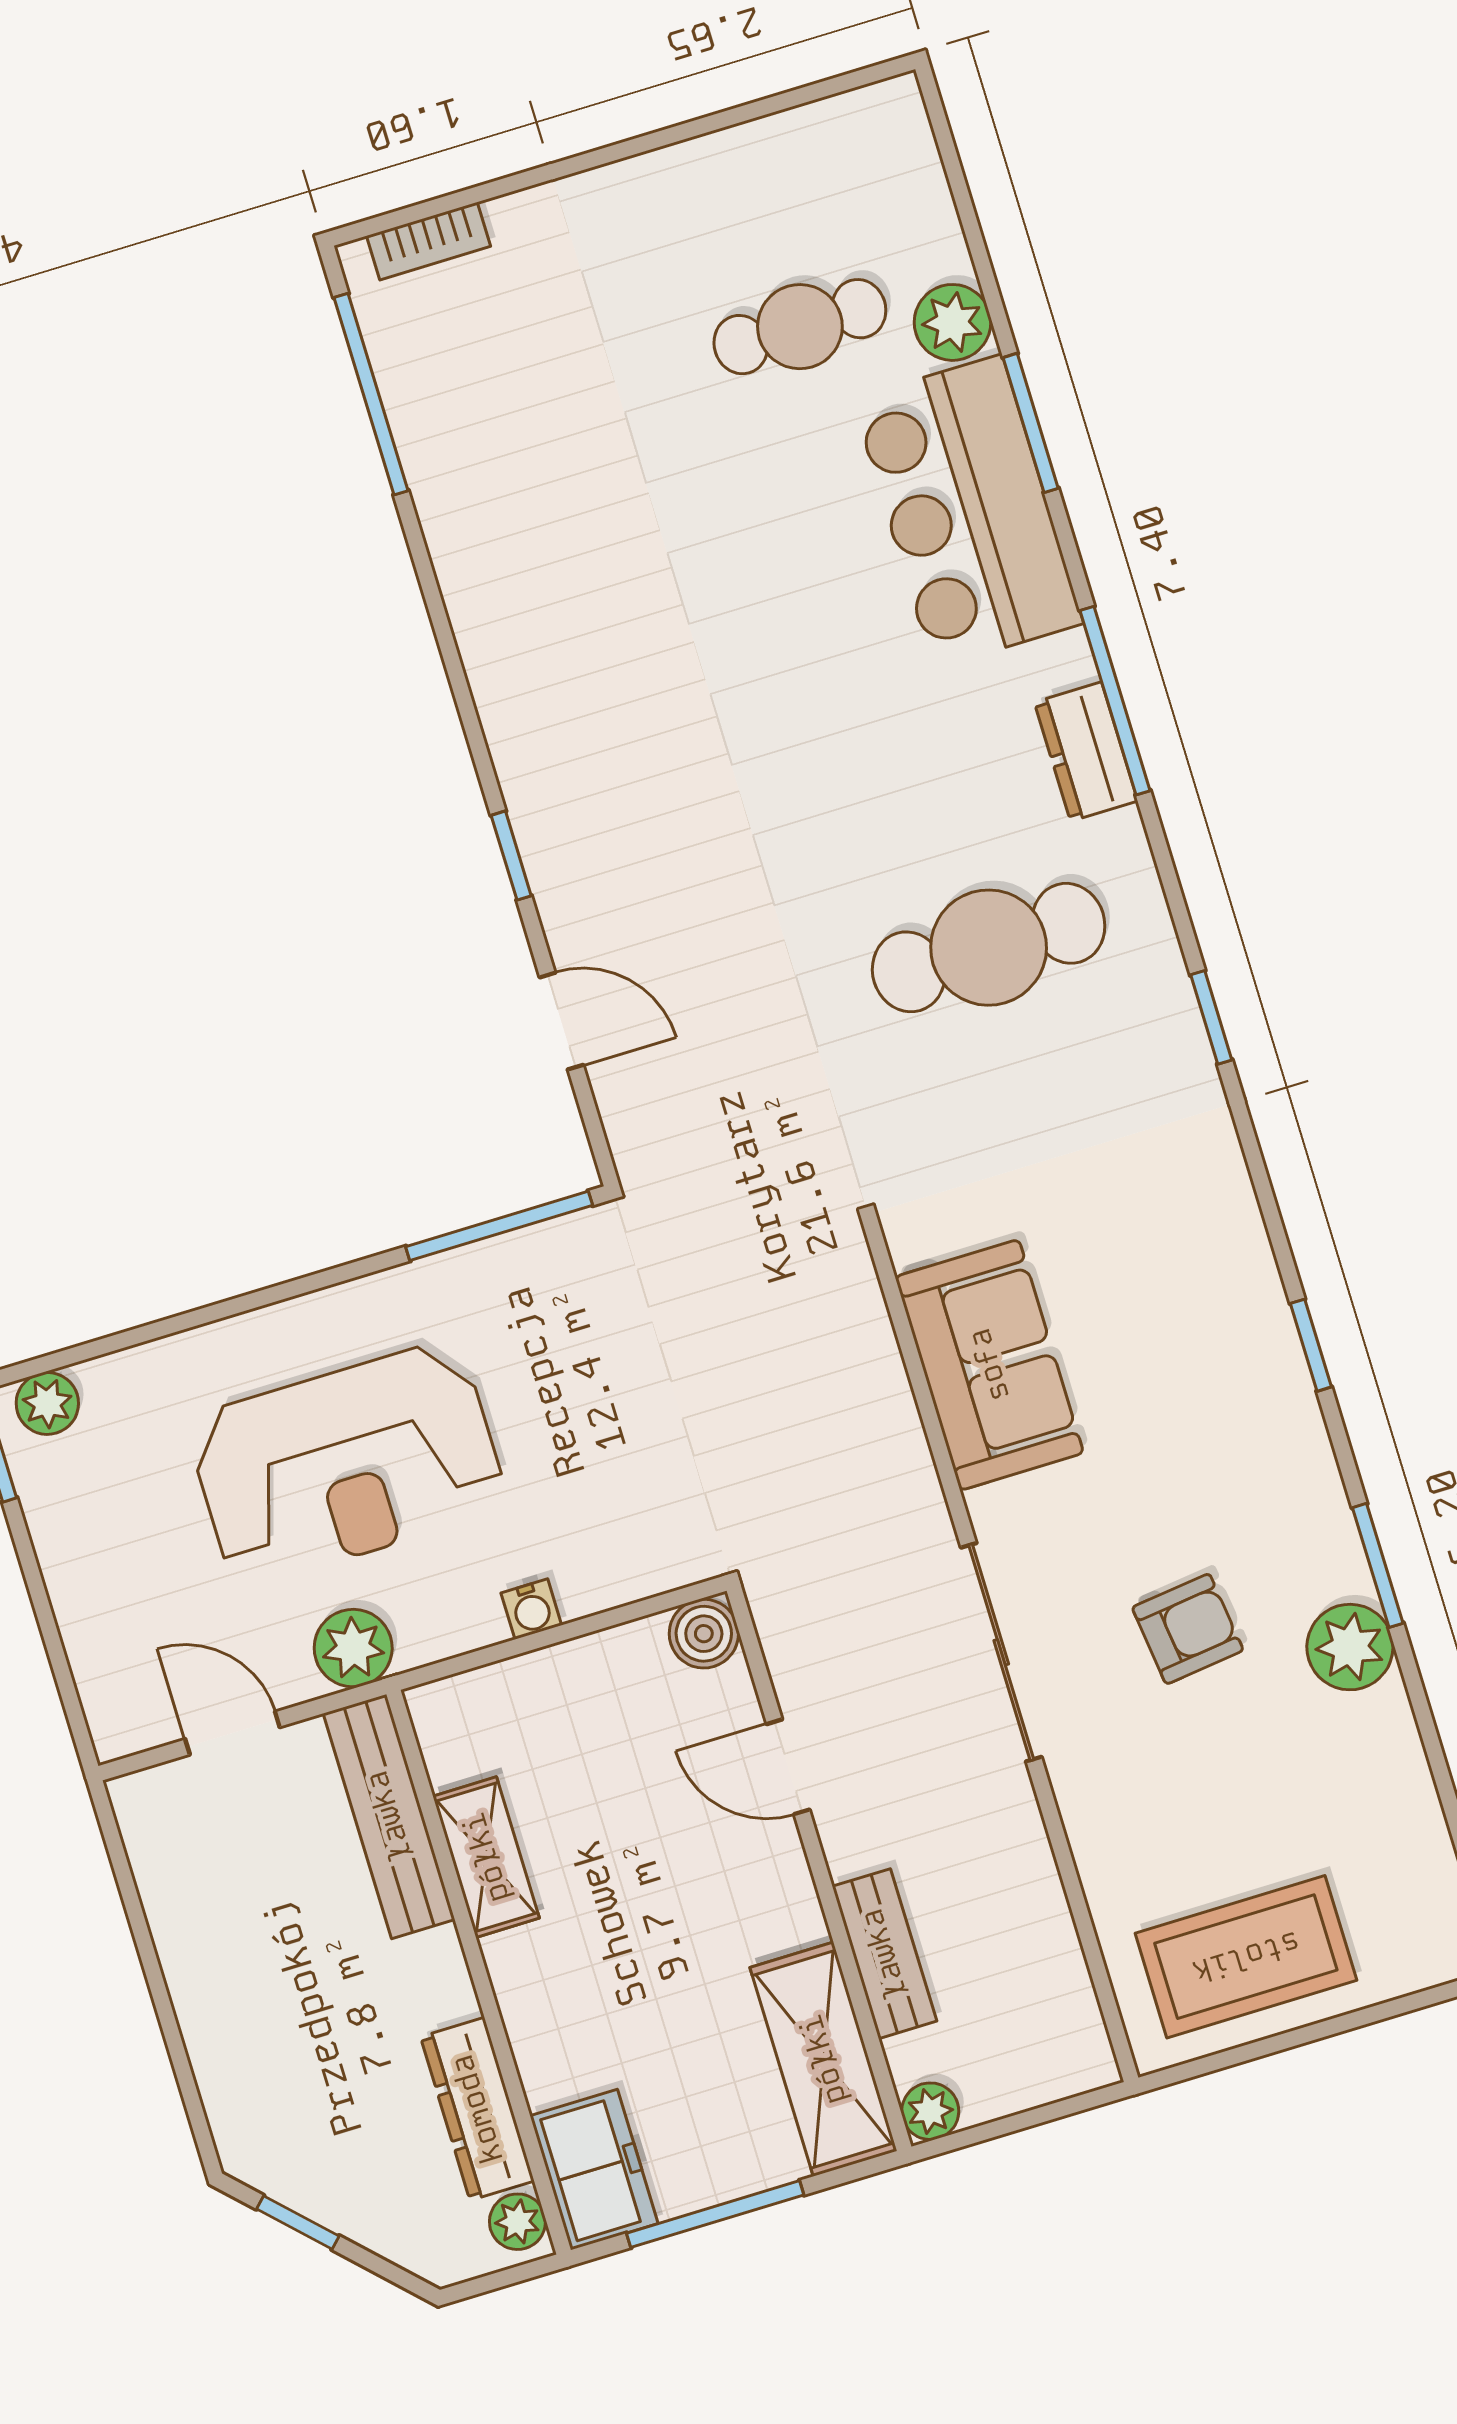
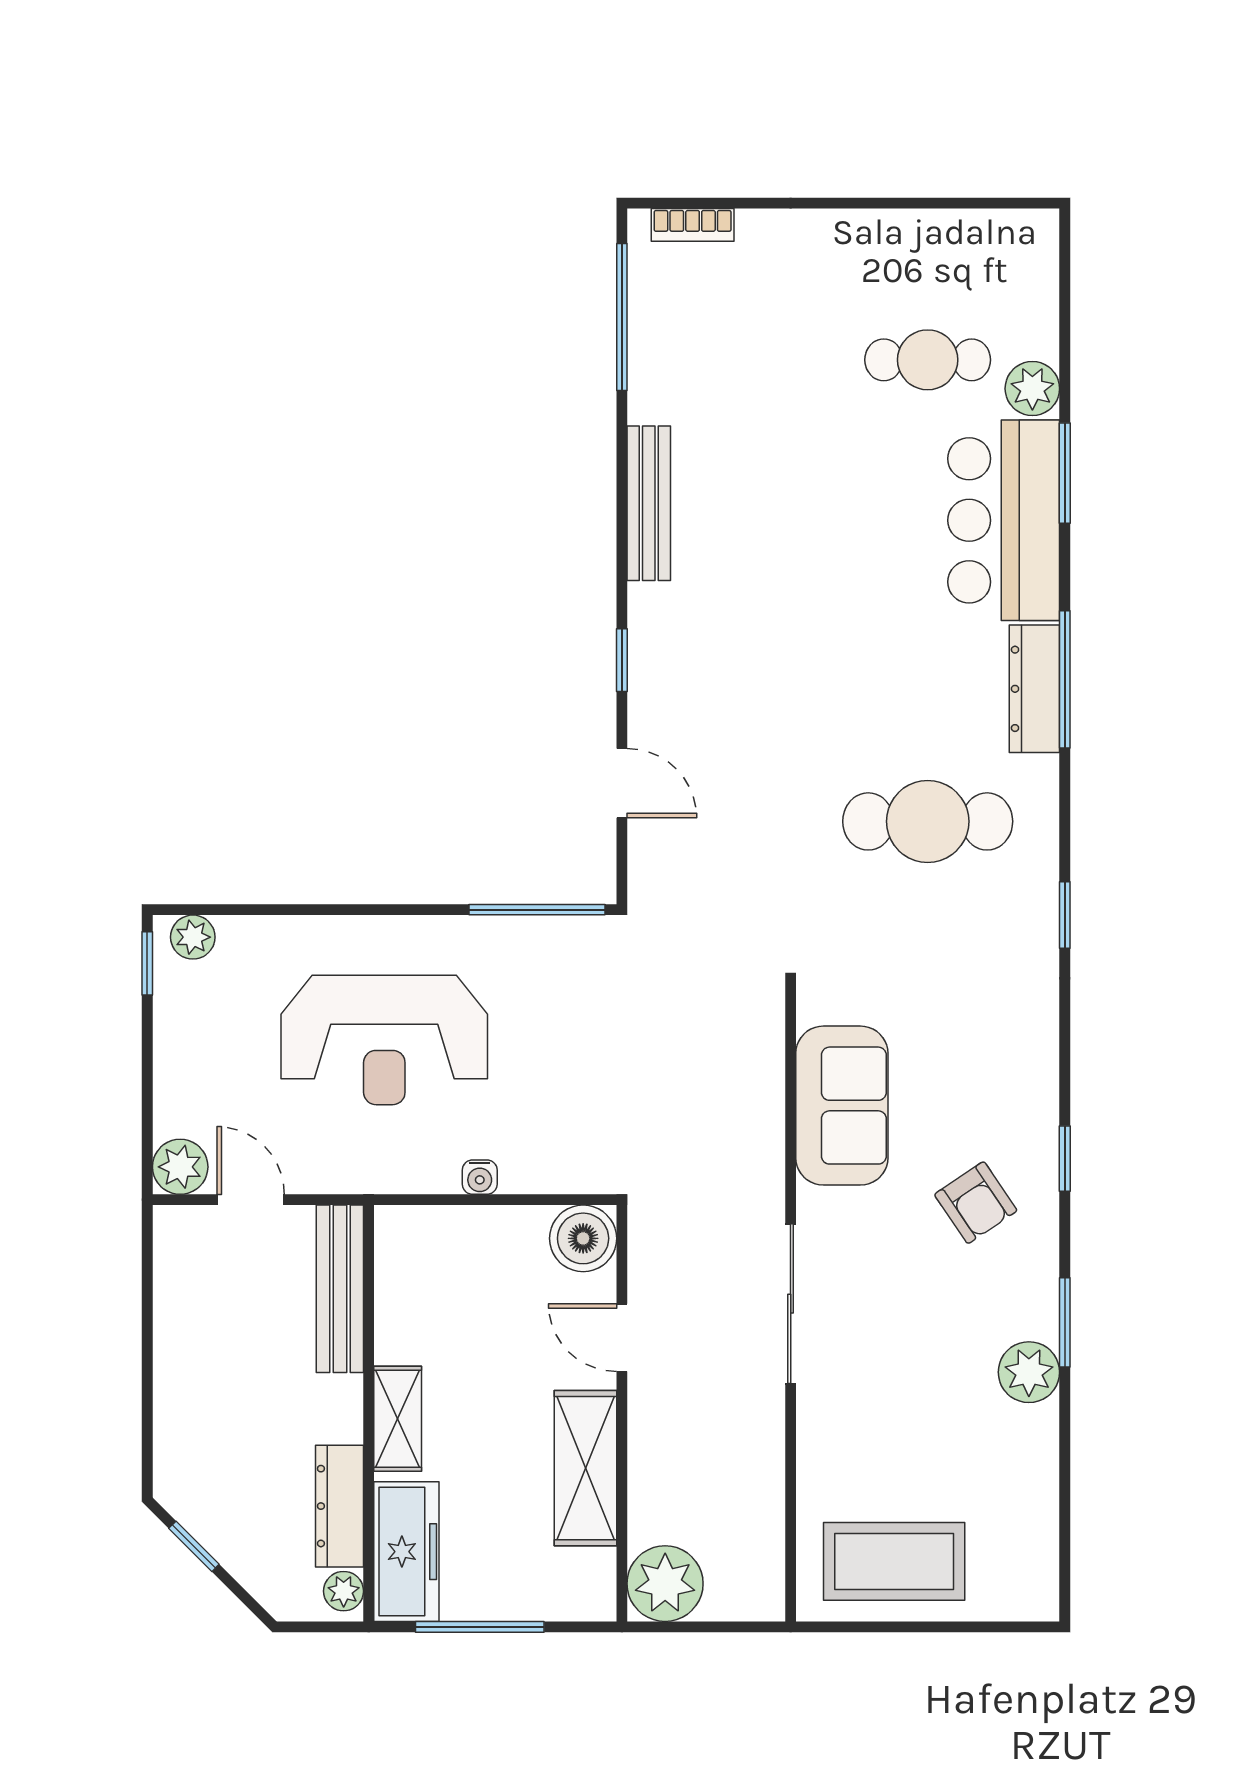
dresser: (1086, 752) -> (1034, 689), width x1.44
armchair: (1188, 1629) -> (976, 1203), moved, turned 63
boiler: (704, 1634) -> (583, 1238), width x1.36, depth x1.36
plant: (353, 1648) -> (180, 1167), moved
shelving: (486, 1857) -> (398, 1419), moved
bench: (884, 1954) -> (649, 503), moved, width x1.36
shelving: (823, 2059) -> (585, 1468), moved
plant: (930, 2111) -> (665, 1584), width x1.87, depth x1.87
freezer: (594, 2170) -> (406, 1552), width x1.40

